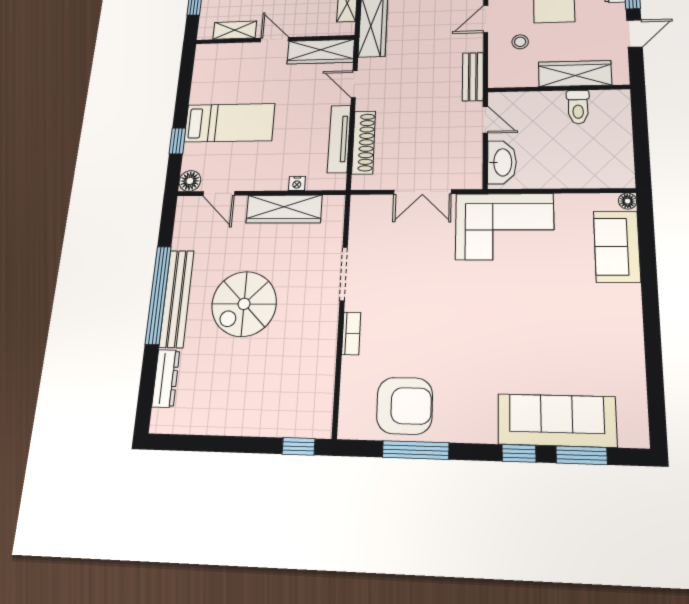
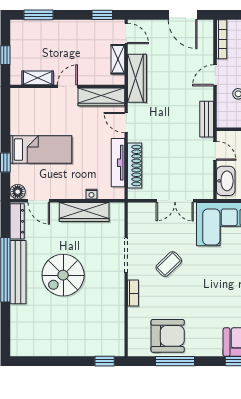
door: (274, 40) -> (67, 86), hinge flipped
coffee table: (410, 288) -> (169, 264), added
dresser: (166, 378) -> (17, 221), moved

